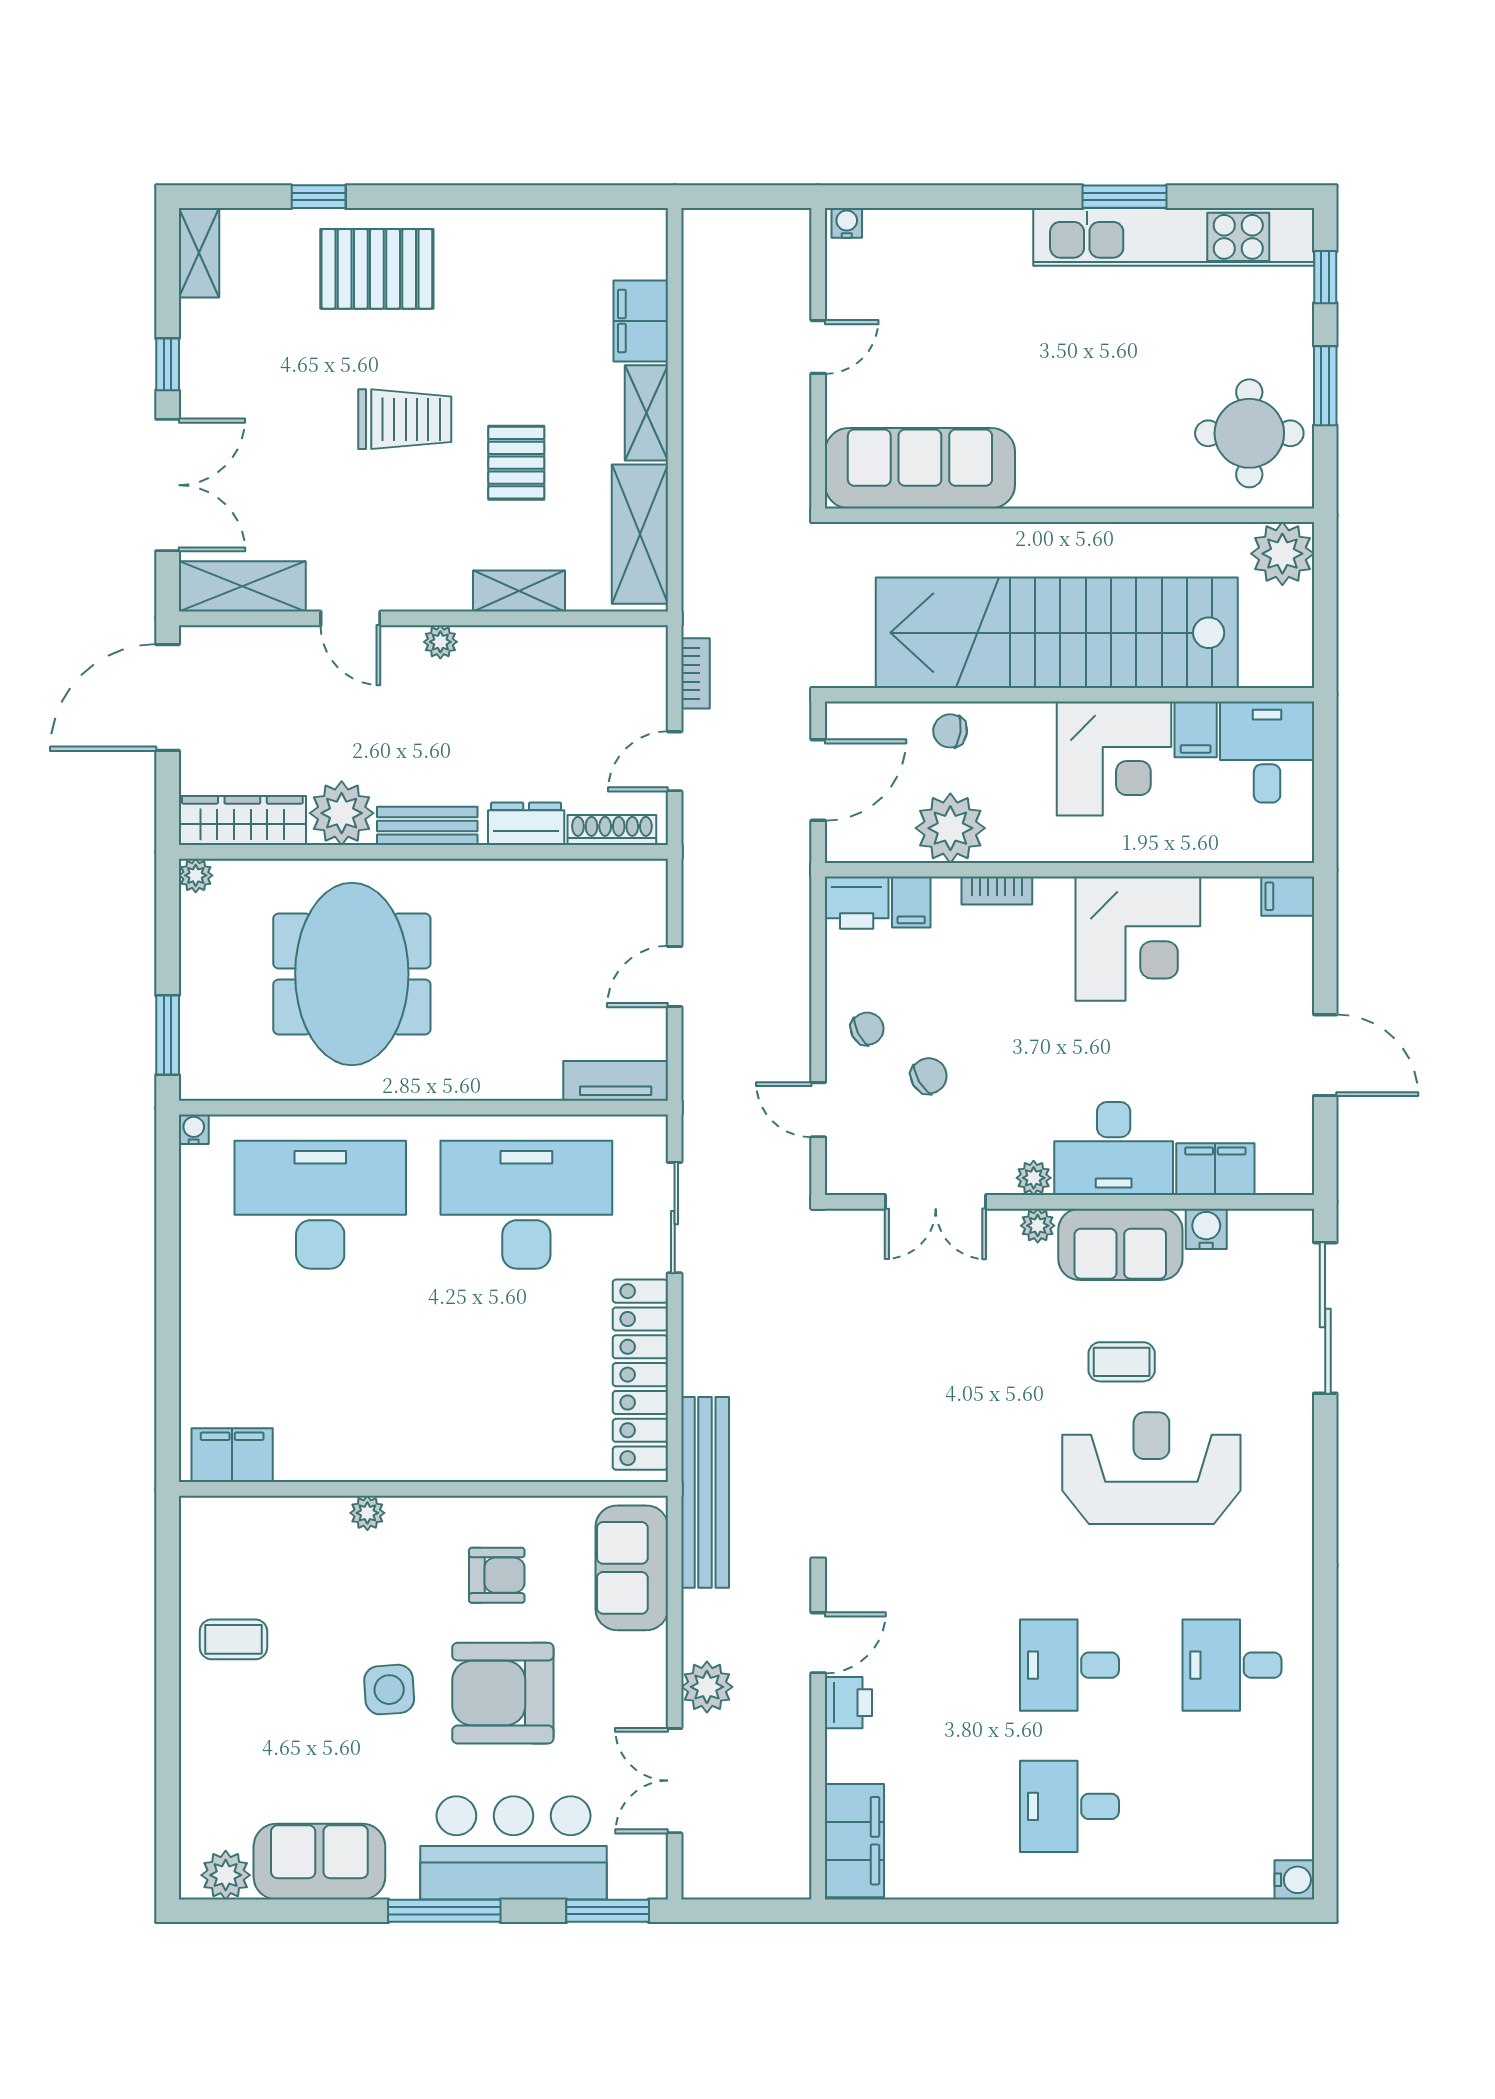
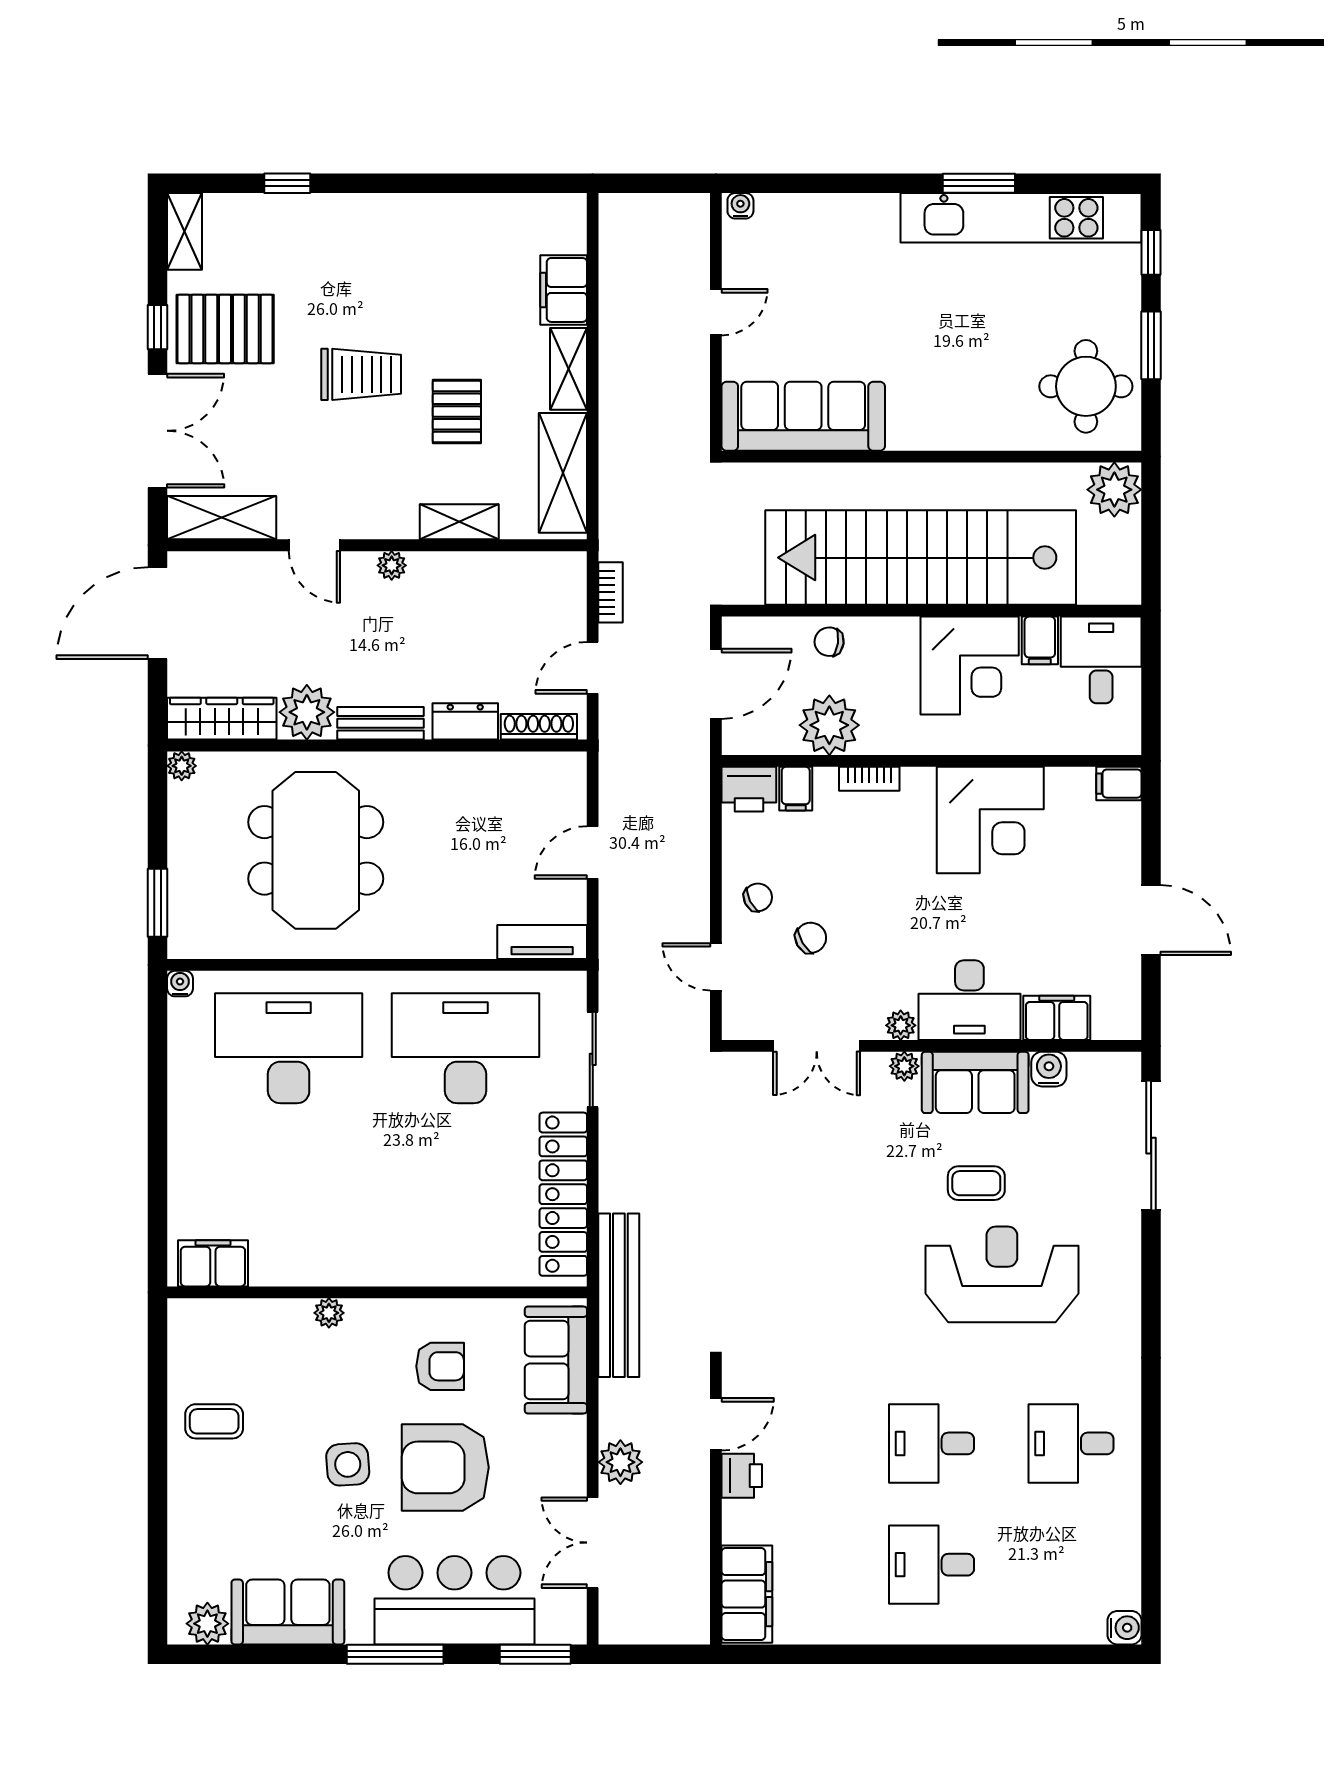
pallet: (377, 269) -> (225, 329), moved

